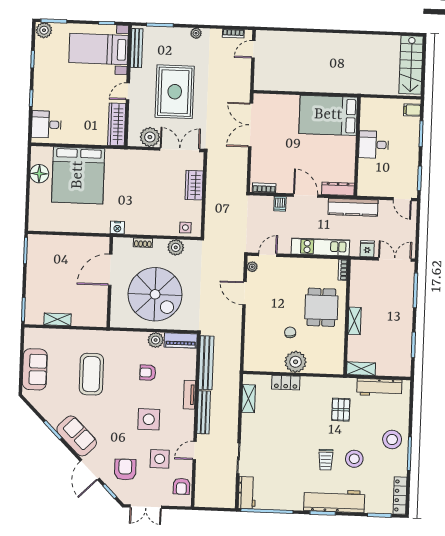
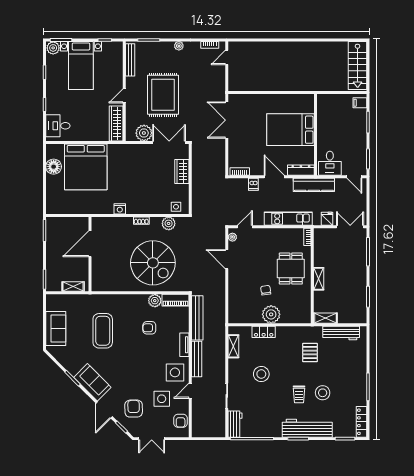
bed with nightstands: (98, 49) -> (81, 66), moved, turned -90
bed: (328, 115) -> (291, 130), moved
desk: (374, 145) -> (330, 163), moved, turned -90
door: (110, 270) -> (90, 244), moved
wall: (110, 282) -> (90, 254), moved
side table: (149, 419) -> (175, 372), moved
stool: (392, 440) -> (261, 374), moved

